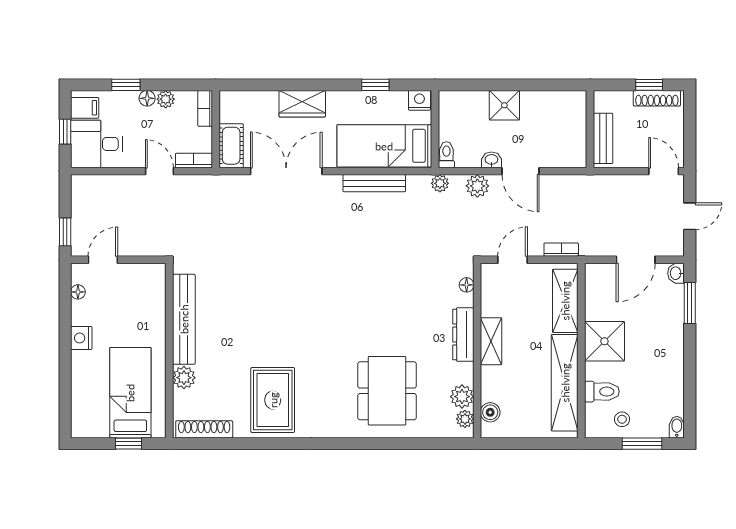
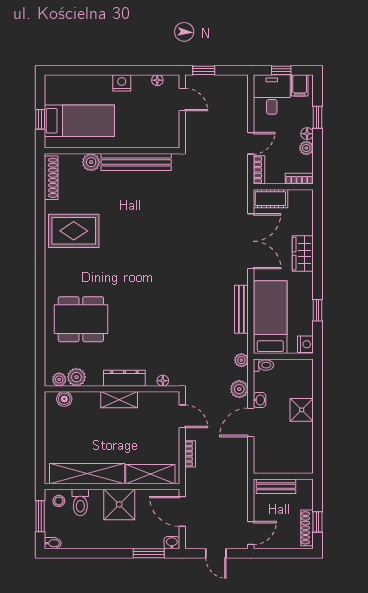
shelving: (565, 301) -> (150, 474), moved
shower: (604, 341) -> (119, 504), moved
wall: (581, 351) -> (112, 486), moved
shelving: (565, 383) -> (87, 474), moved
toilet: (602, 392) -> (80, 502), moved

